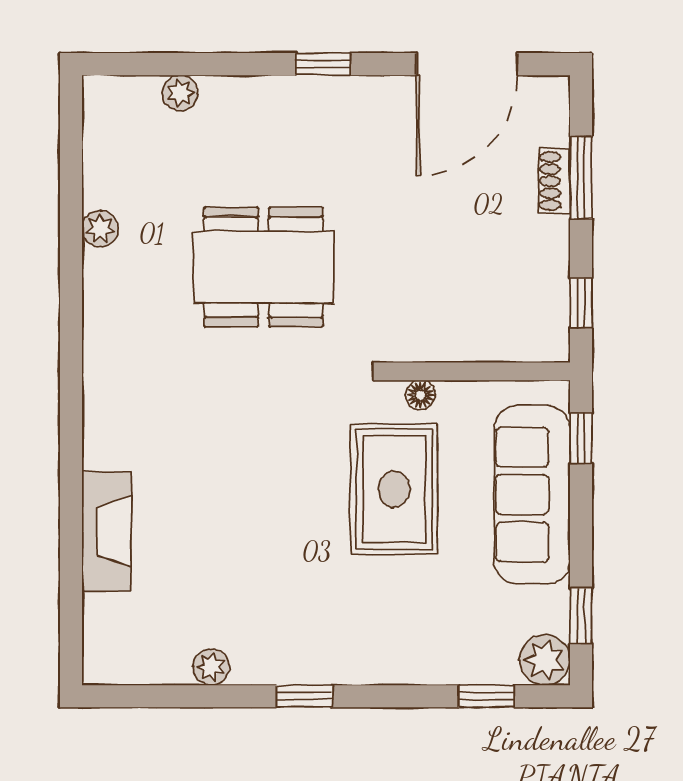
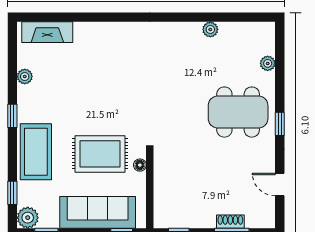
door: (467, 64) -> (280, 185), width x0.53
dining table: (264, 267) -> (238, 112), moved, turned 90
fireplace: (106, 531) -> (47, 32), moved
coffee table: (389, 641) -> (36, 152), added

